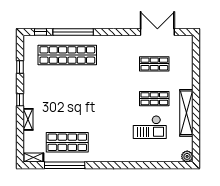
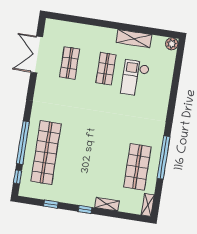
shelving: (186, 113) -> (134, 39), width x0.68
checkout: (150, 127) -> (135, 78), turned 180
window: (65, 165) -> (163, 158), moved

